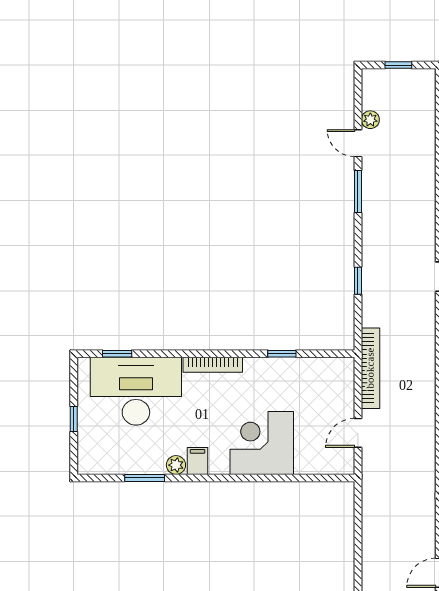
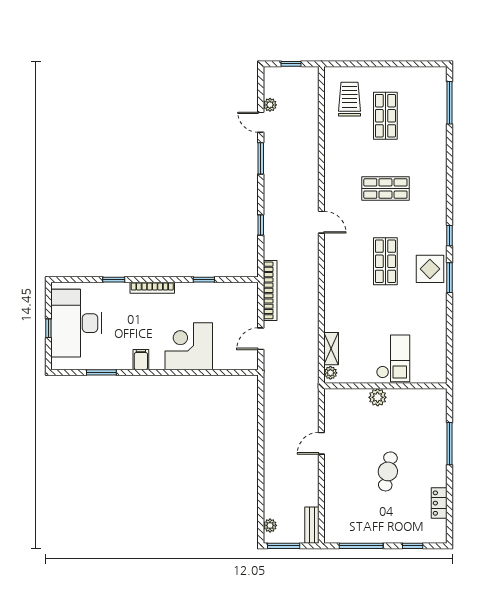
window: (117, 354) -> (114, 280), moved
desk: (136, 391) -> (76, 323), moved, turned -90
plant: (176, 465) -> (125, 363), removed

